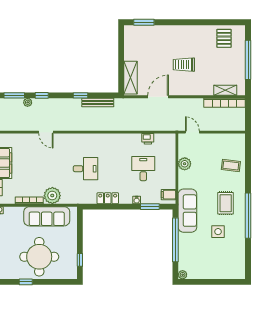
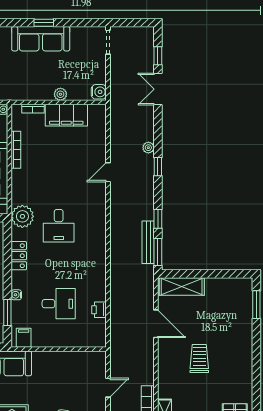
window: (14, 95) -> (158, 252), moved
door: (192, 132) -> (108, 388), moved
plant: (185, 164) -> (65, 359), removed
plant: (52, 196) -> (22, 216), moved

